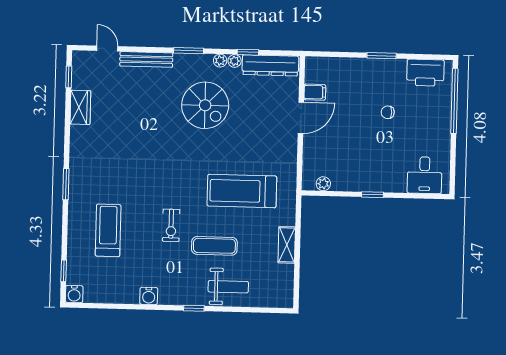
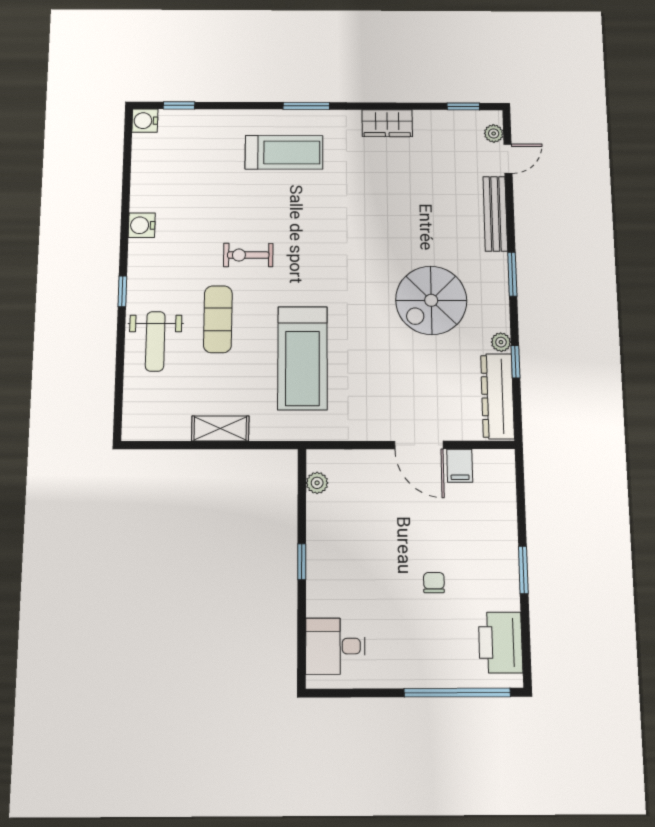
plant: (220, 61) -> (494, 134), moved
wardrobe: (80, 107) -> (387, 123), moved
treadmill: (242, 191) -> (303, 358), turned 180
treadmill: (108, 230) -> (284, 152), moved

